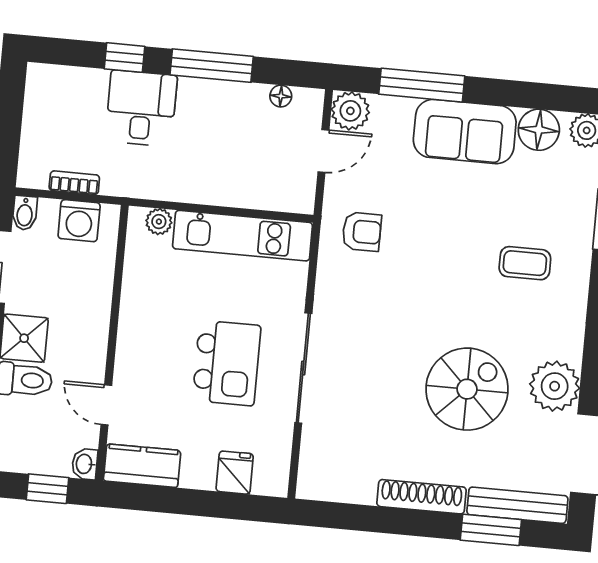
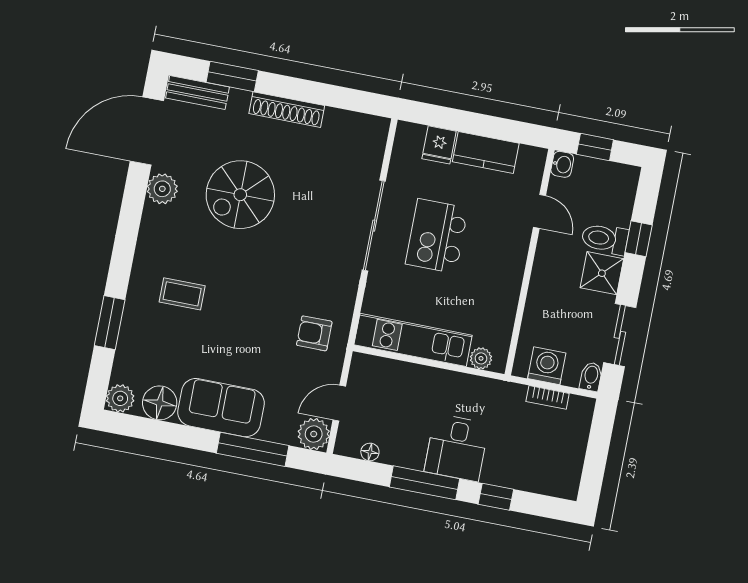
desk: (141, 108) -> (457, 448), moved
plant: (555, 386) -> (162, 189), width x0.73, depth x0.73
kitchen counter: (142, 466) -> (486, 153), moved
bench: (517, 505) -> (197, 93), width x0.73

